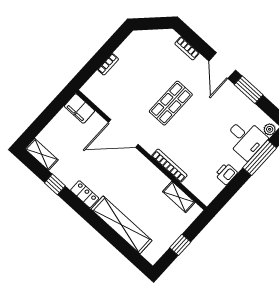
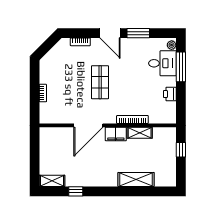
filing cabinet: (79, 109) -> (116, 134), moved
locker: (85, 194) -> (98, 181), removed
shelving: (179, 197) -> (140, 133), moved
shelving: (122, 225) -> (136, 179), width x0.68
window: (180, 245) -> (181, 150), moved

